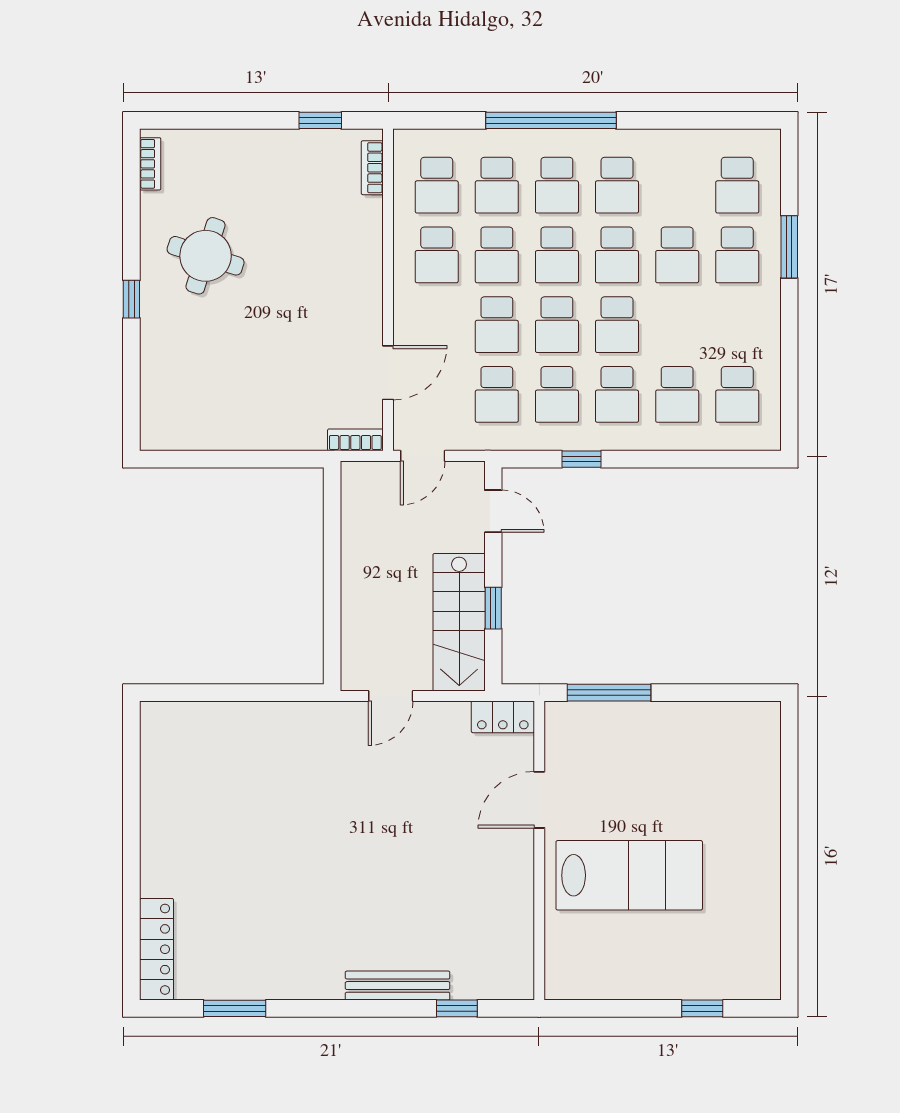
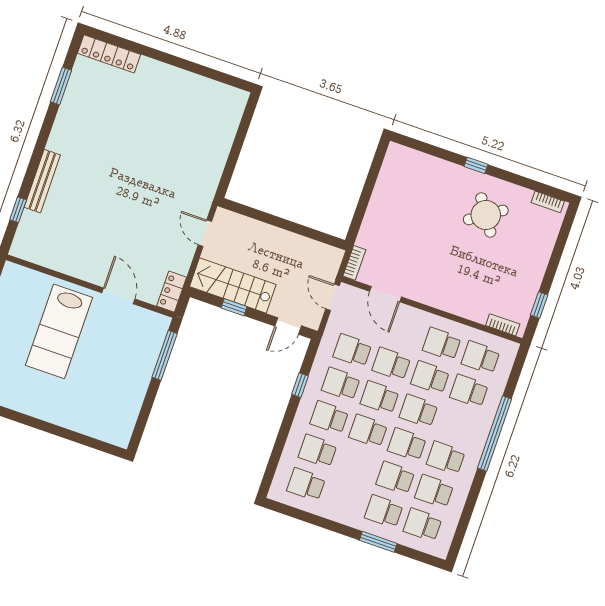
school desk: (557, 185) -> (434, 491), moved
round table: (206, 256) -> (486, 215), turned 38

